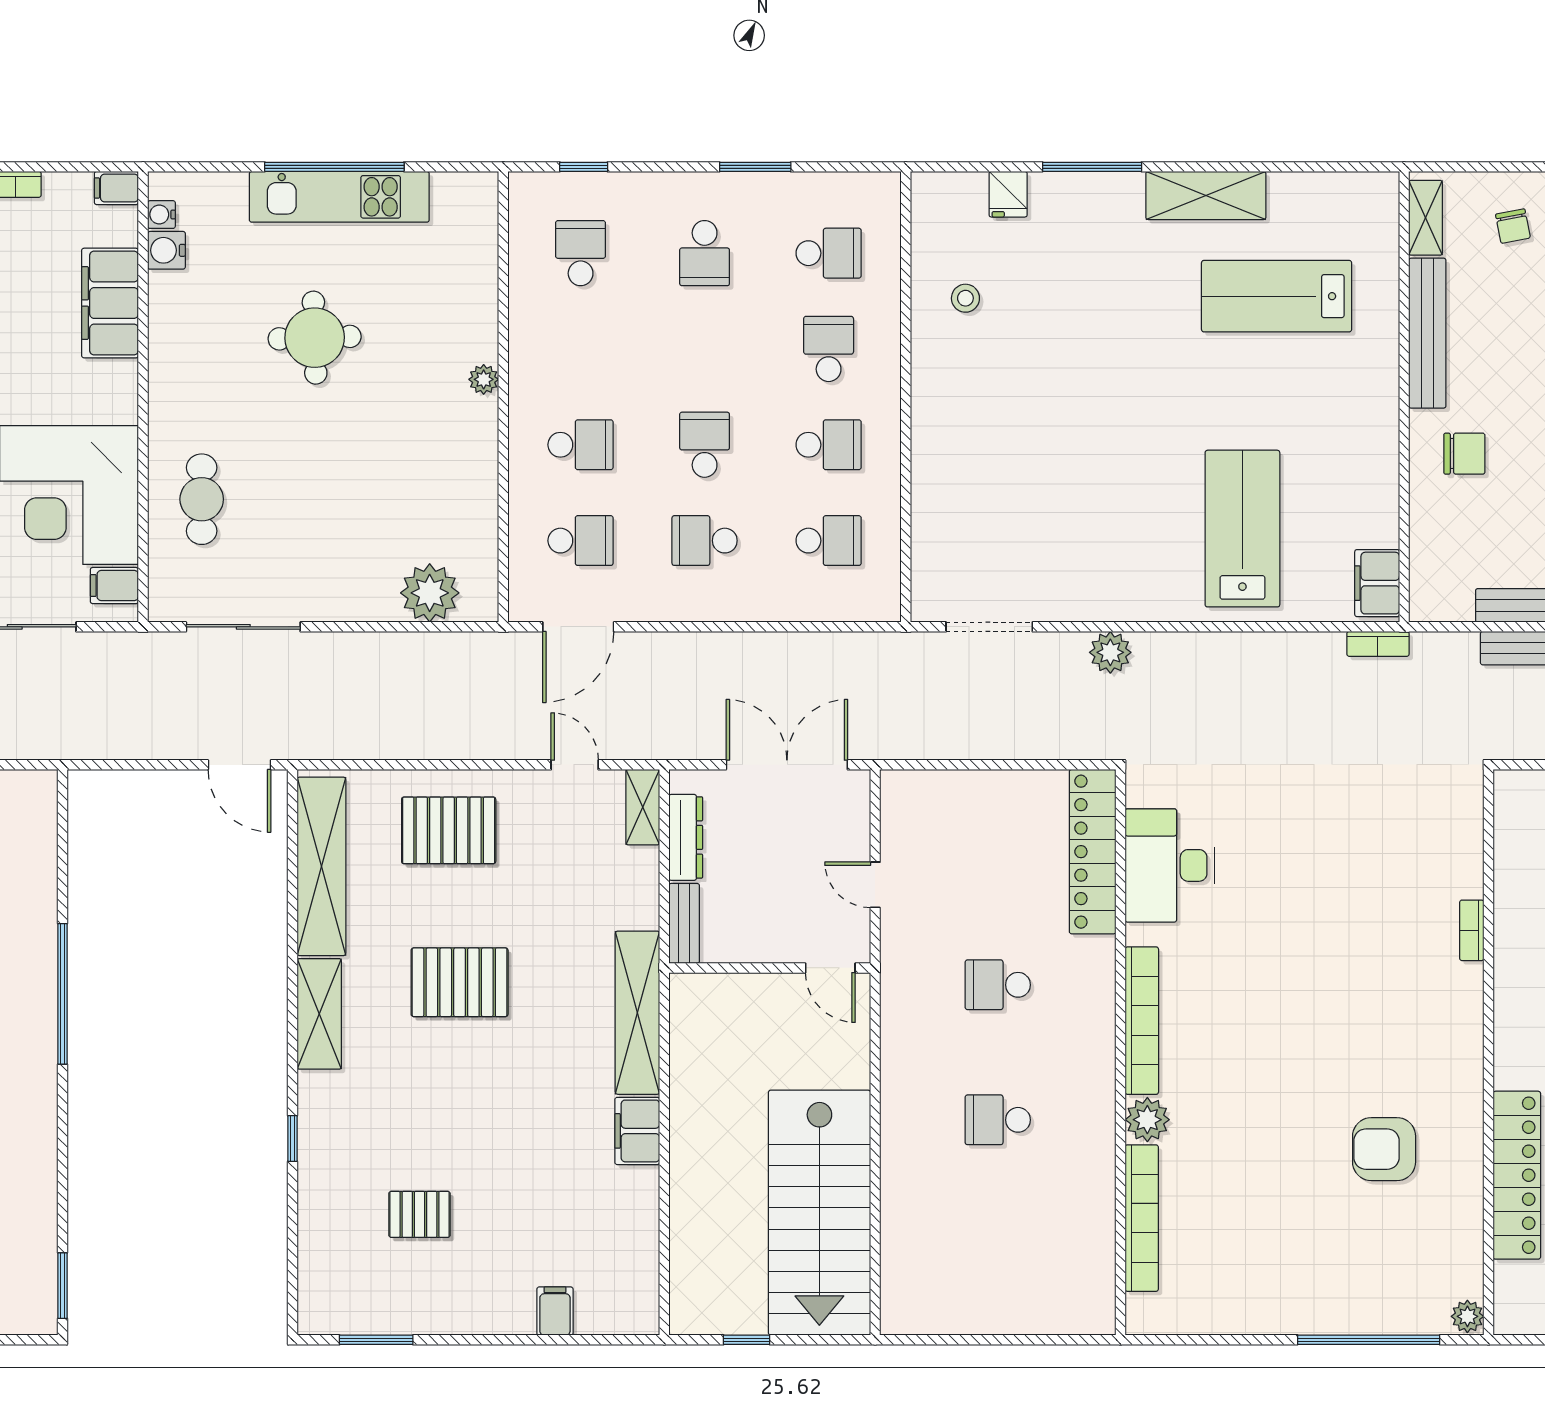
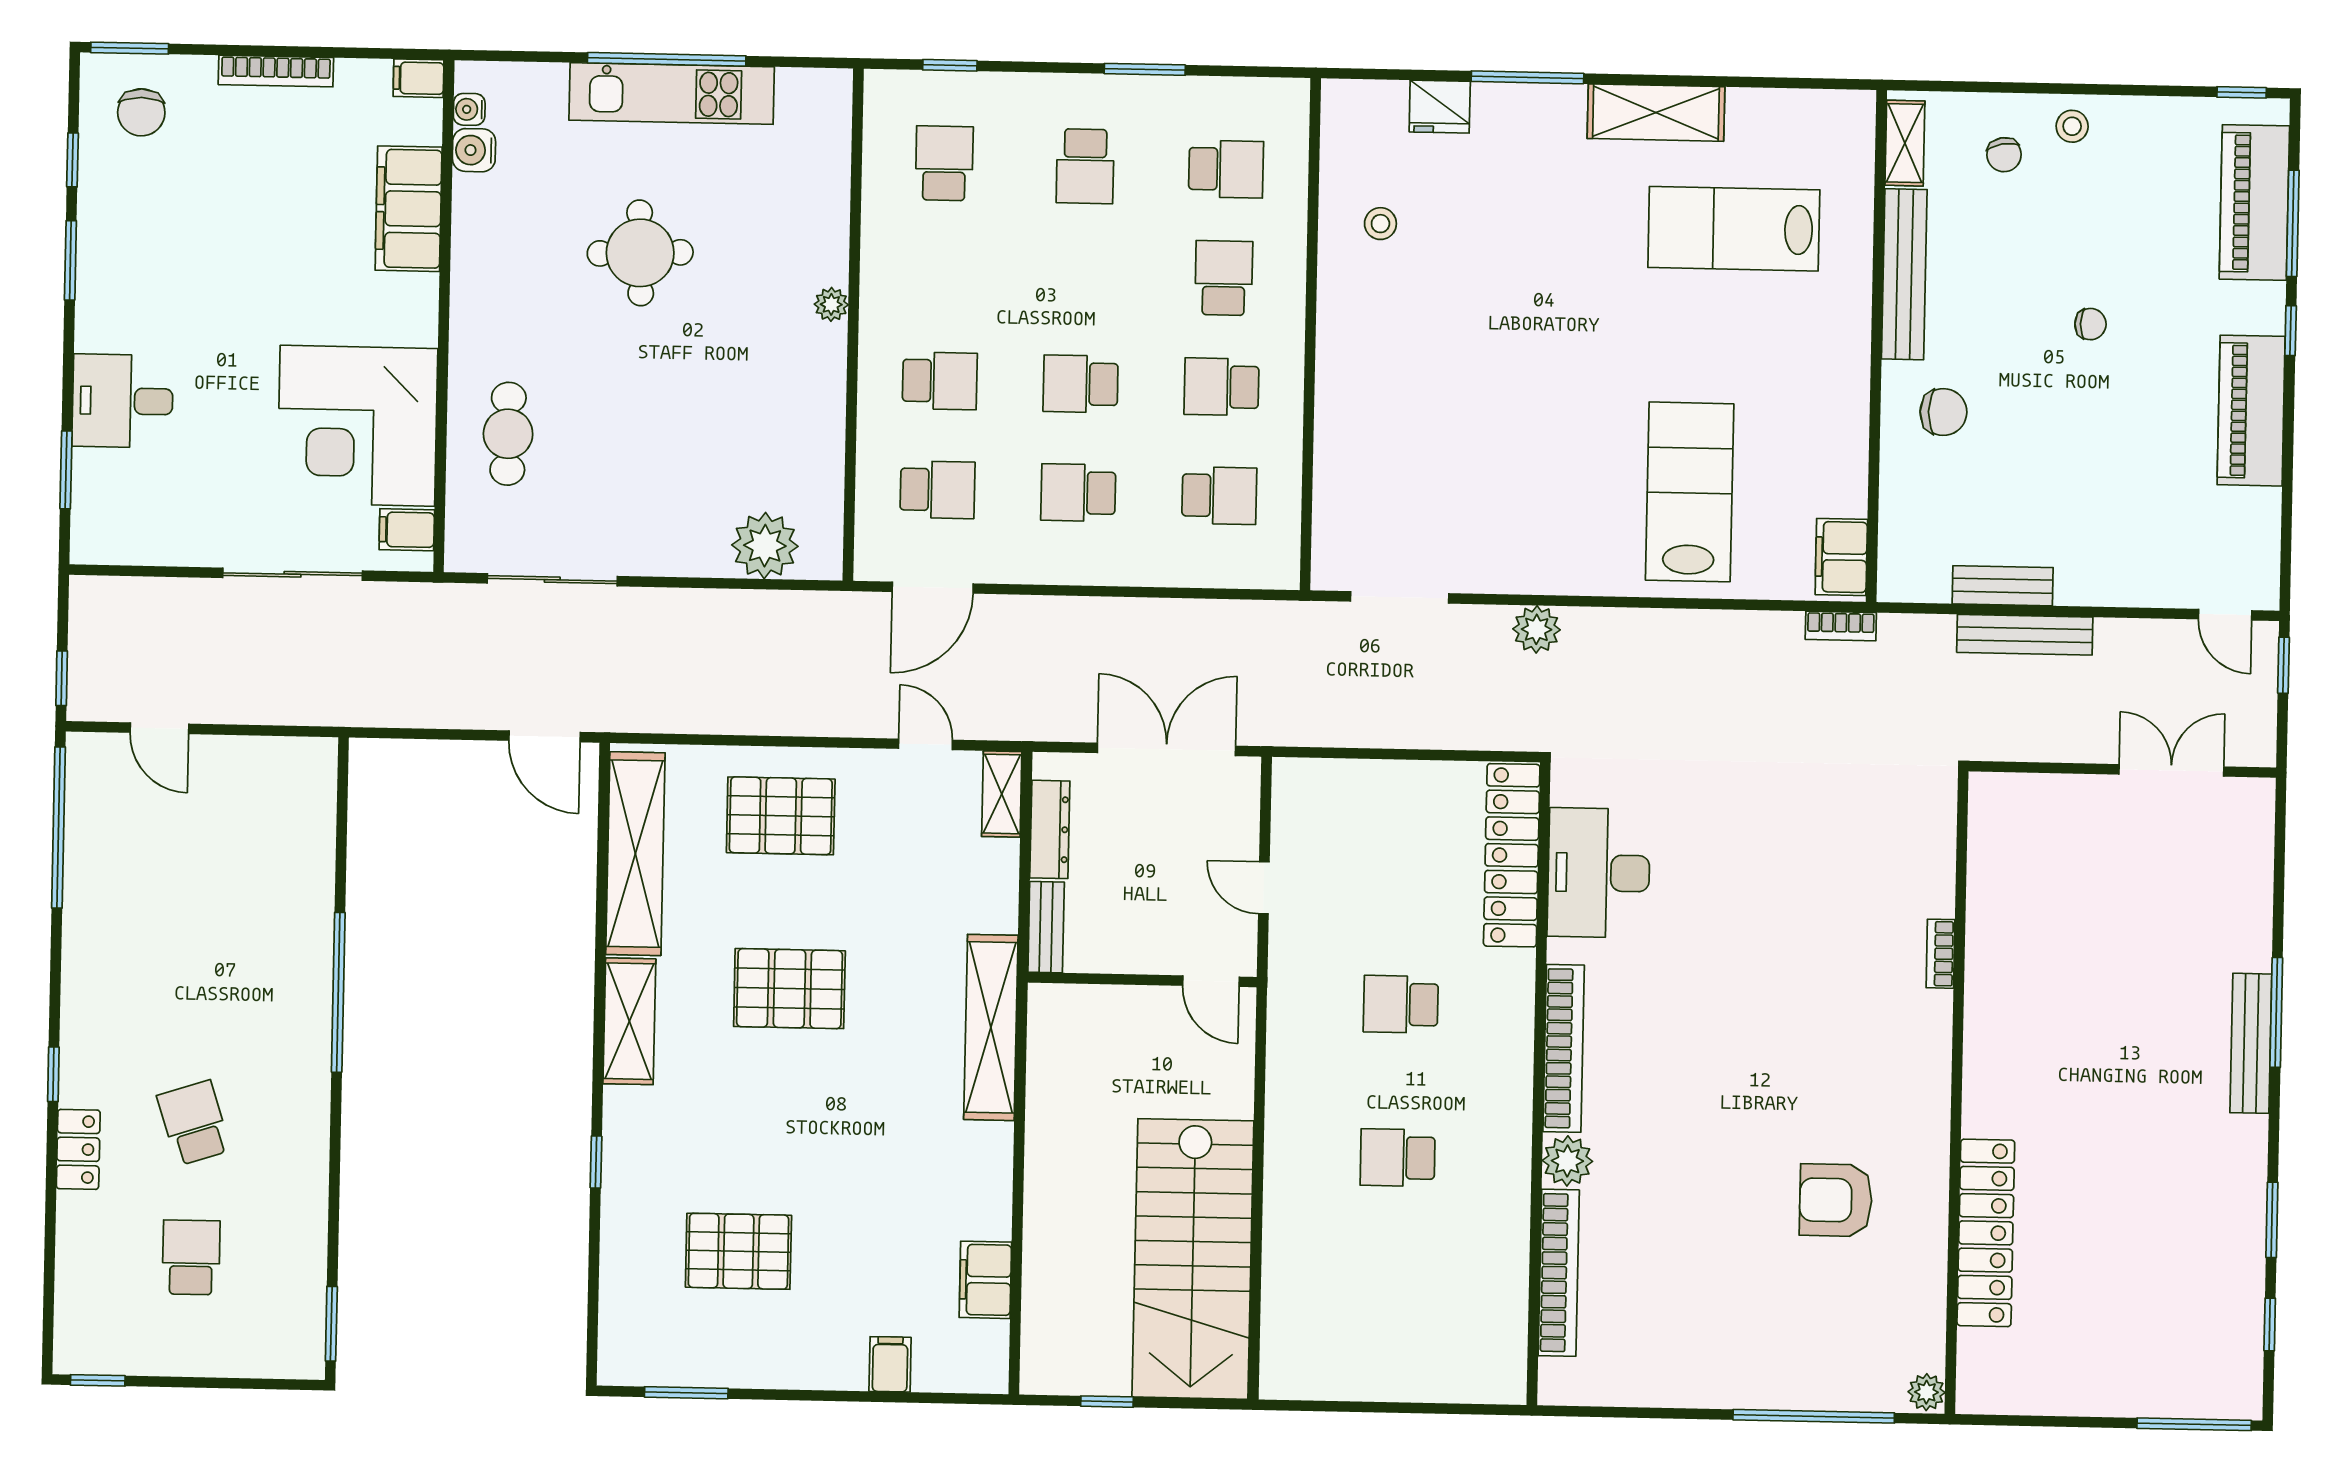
fridge: (1008, 194) -> (1440, 107), width x1.38
school desk: (705, 445) -> (1081, 384), turned -90
school desk: (829, 445) -> (1221, 387), turned 180
filing cabinet: (637, 1131) -> (985, 1280), moved
pallet: (419, 1214) -> (738, 1251), width x1.50, depth x1.42

